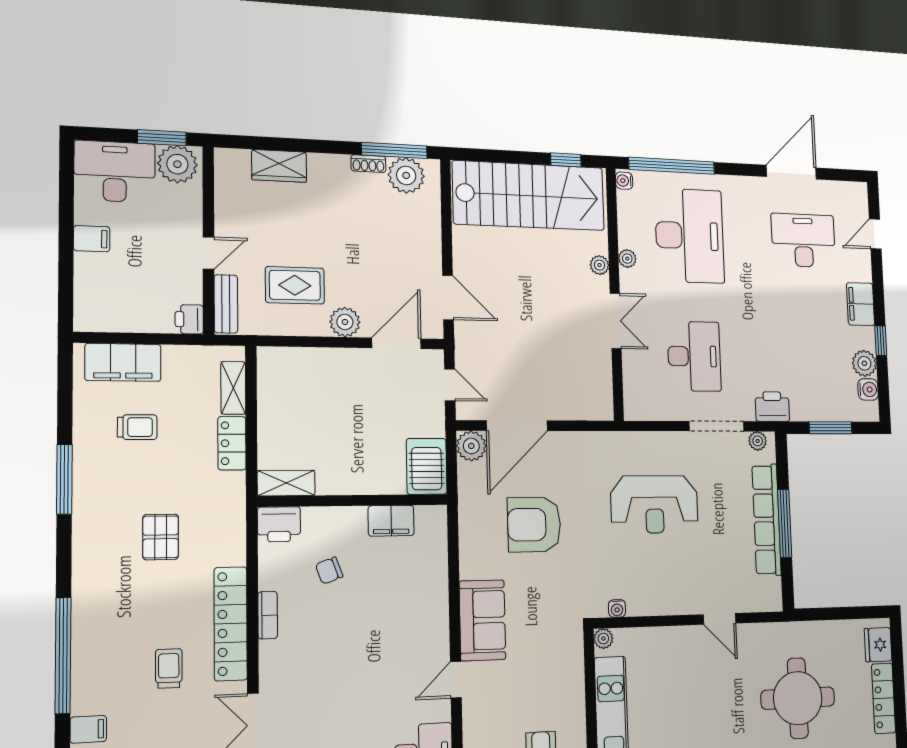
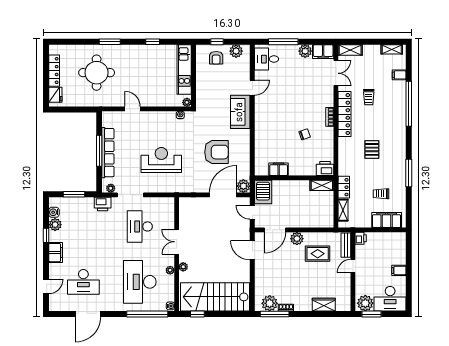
server rack: (427, 466) -> (263, 192), moved
shelving: (286, 483) -> (322, 185), moved
wall: (354, 501) -> (294, 178), moved
filing cabinet: (391, 521) -> (279, 169), moved
printer: (279, 524) -> (325, 168), moved

